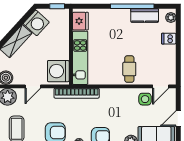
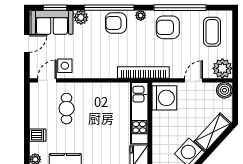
cafe table: (129, 69) -> (67, 109), moved

